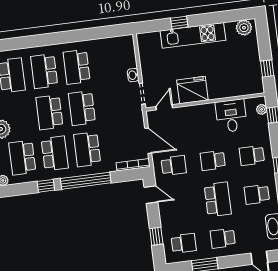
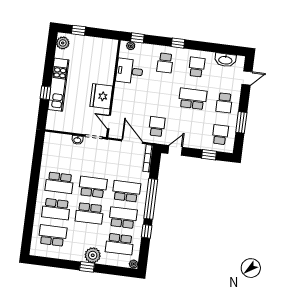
window: (267, 68) -> (78, 30), moved
school desk: (82, 108) -> (93, 187), turned 180
door: (148, 141) -> (132, 142), hinge flipped
school desk: (87, 149) -> (126, 191), turned 180
school desk: (213, 161) -> (161, 95), removed
school desk: (257, 194) -> (197, 67), turned 180

